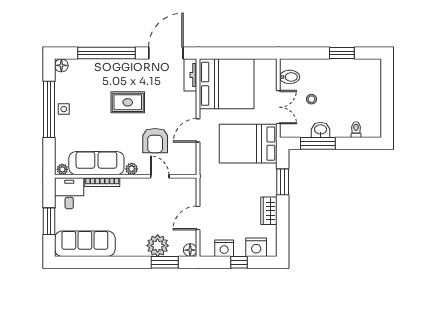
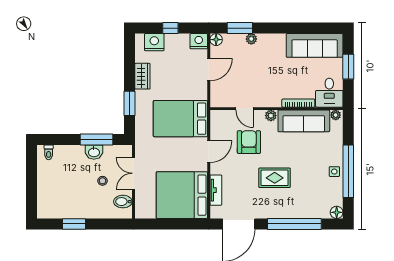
tv unit: (190, 75) -> (216, 190), moved
toilet: (356, 130) -> (49, 152), moved
bed: (248, 144) -> (180, 119), moved, turned 180
plant: (158, 246) -> (251, 39), width x0.53, depth x0.53
nightstand: (224, 248) -> (199, 41), moved

